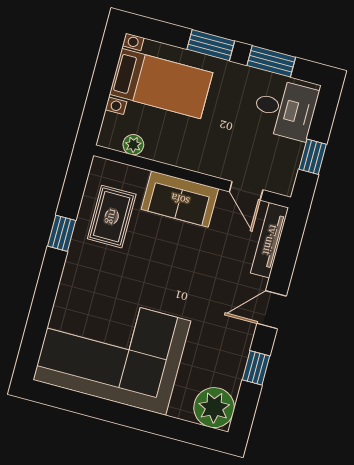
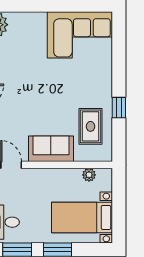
corner sofa: (112, 350) -> (80, 35), width x0.73, depth x0.74

